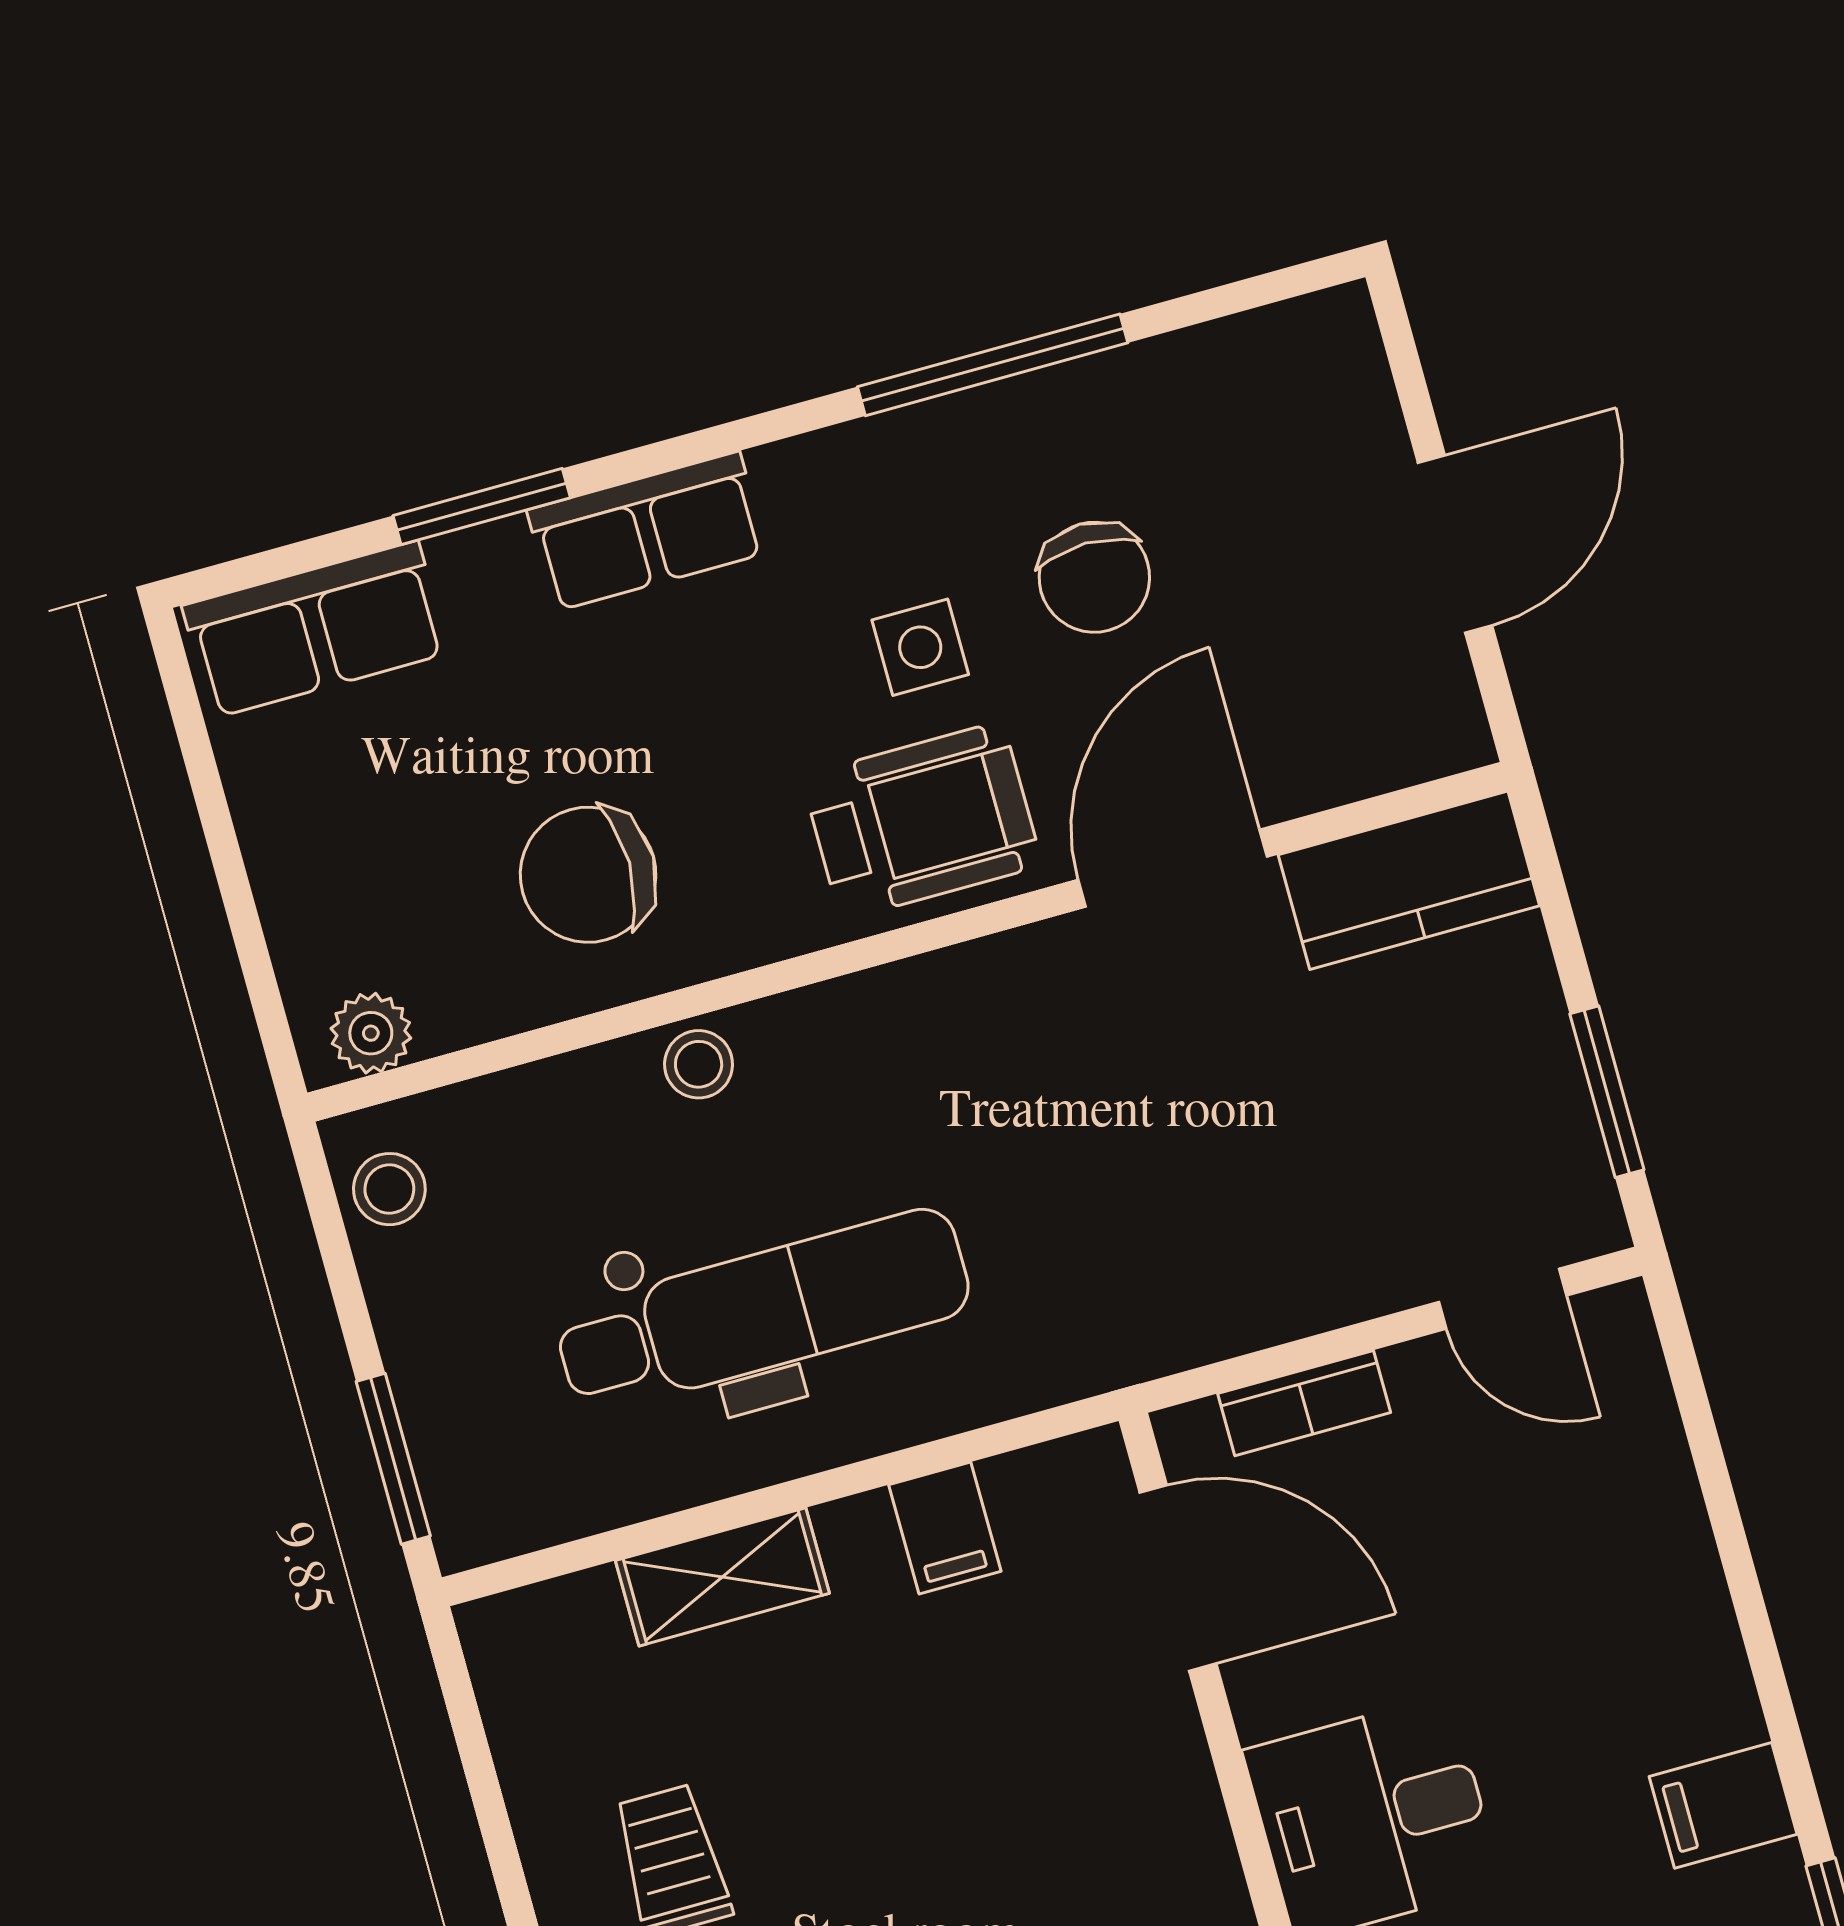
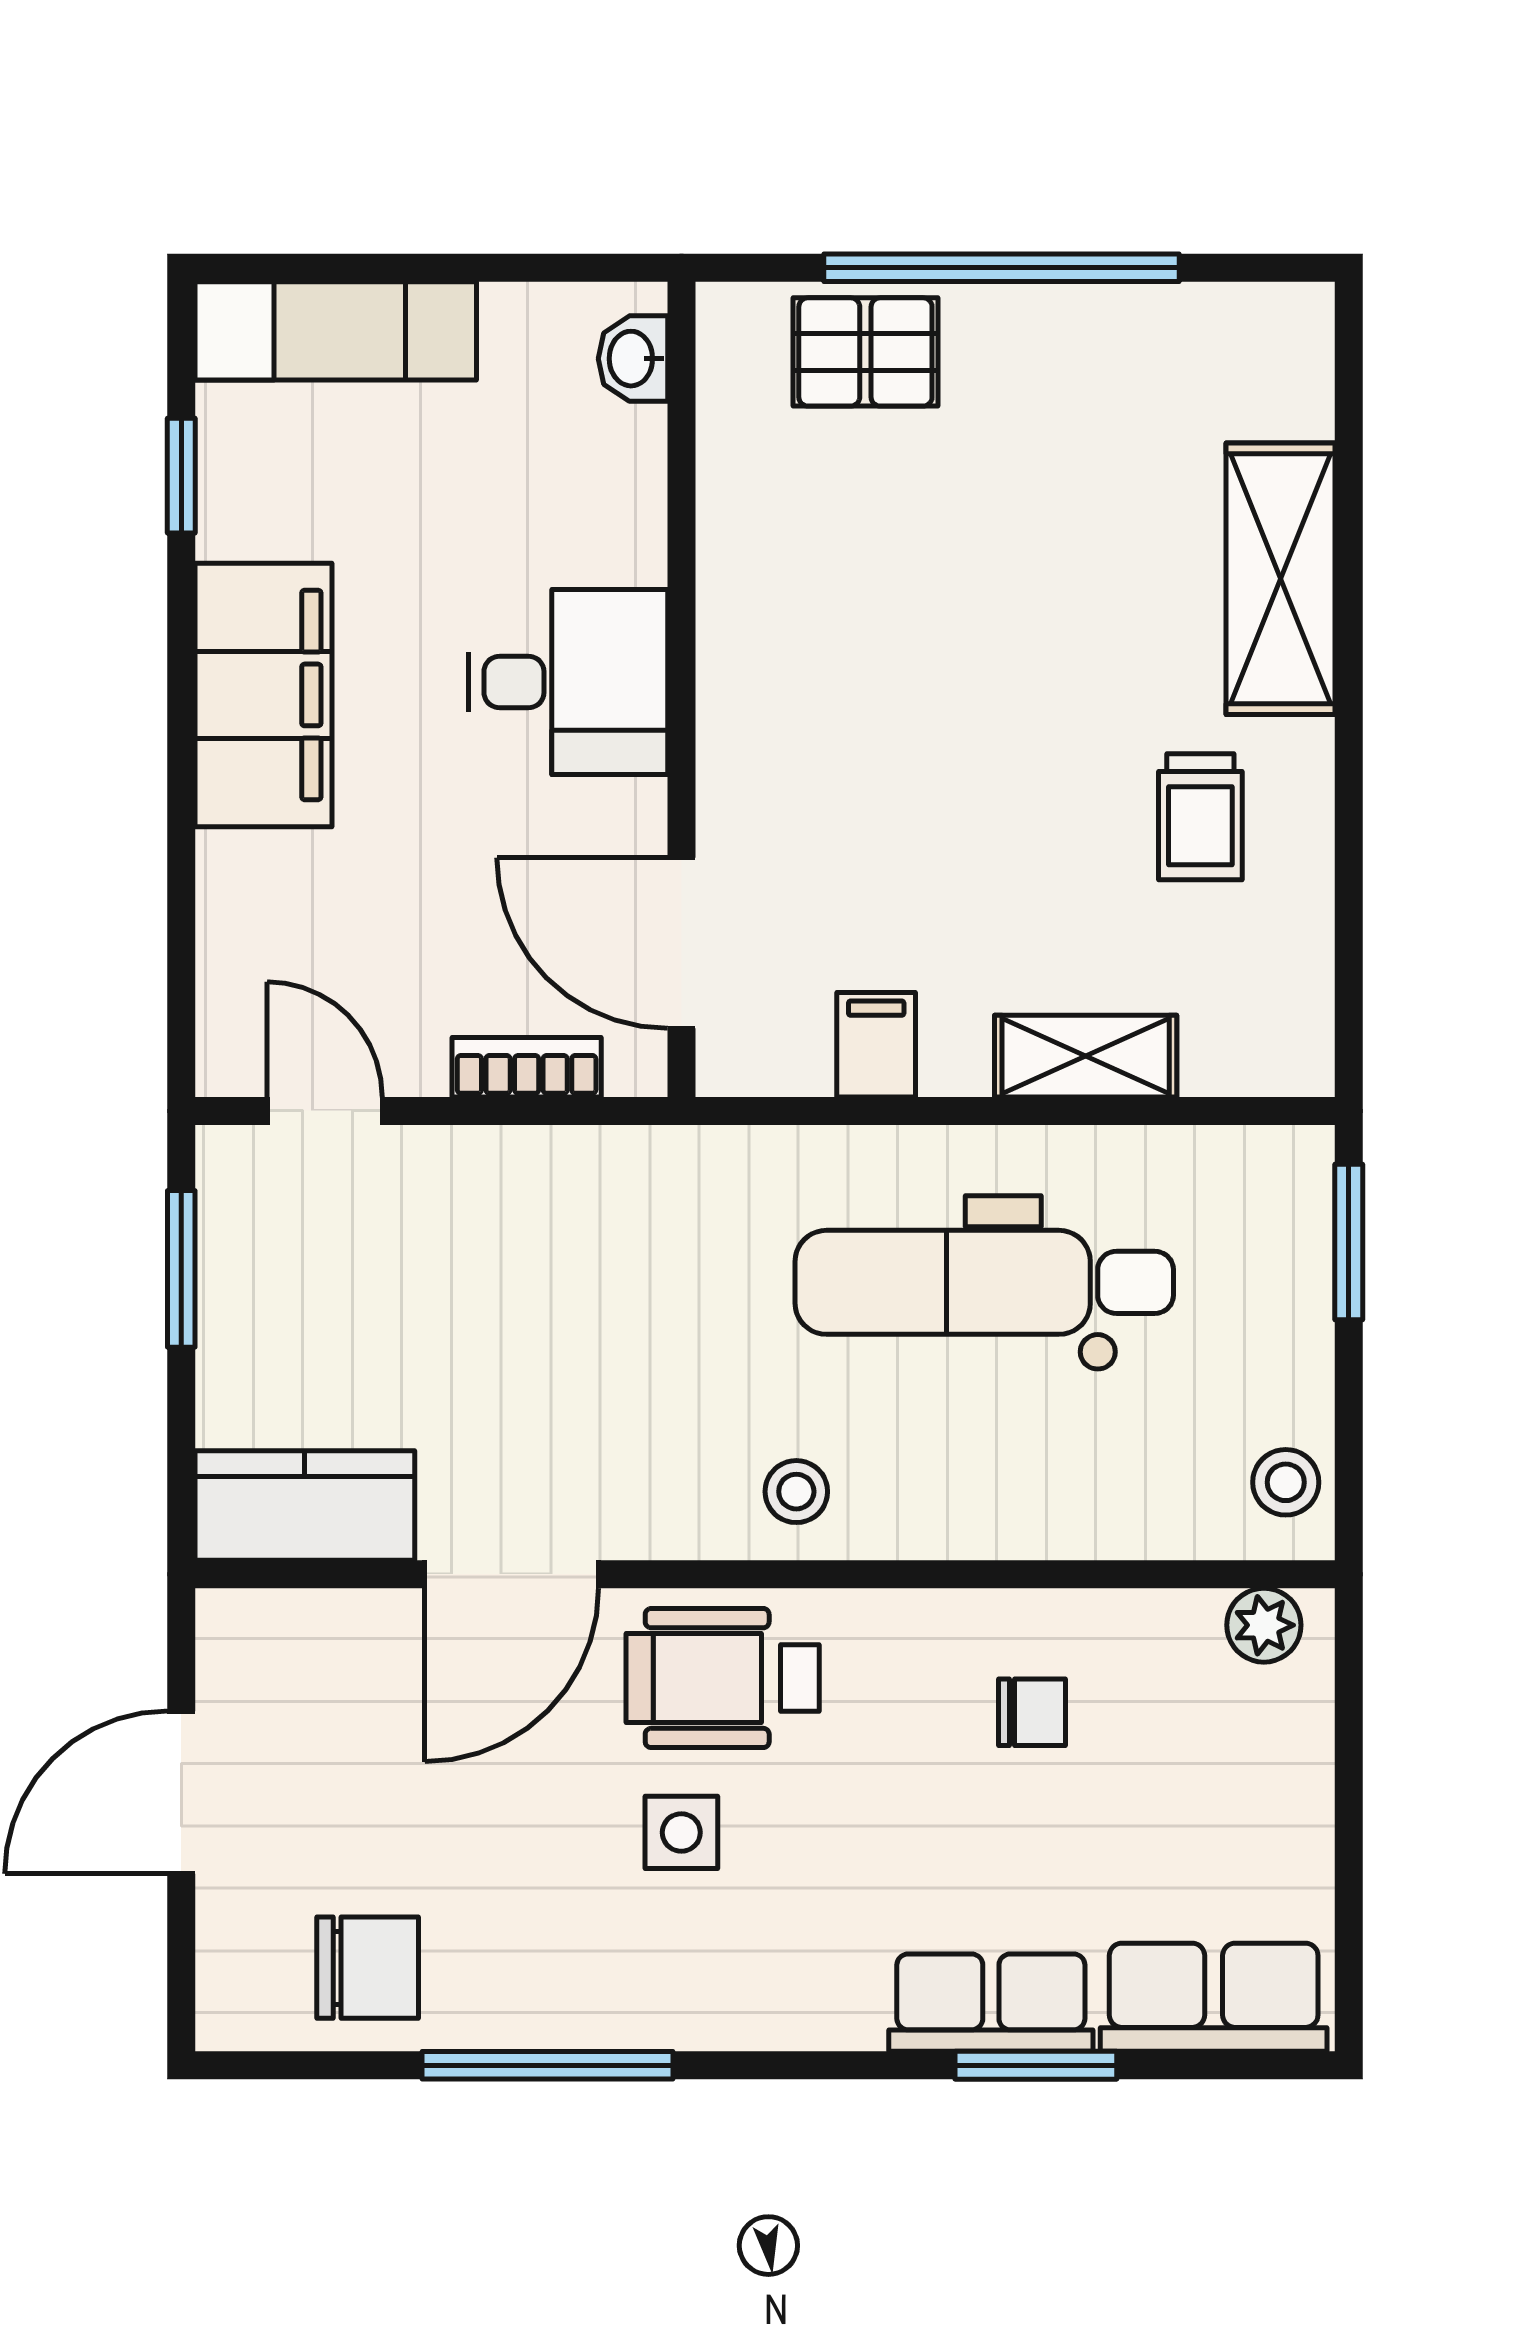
row of seats: (647, 531) -> (991, 2003), moved
chair: (1094, 577) -> (368, 1968), moved, turned 90
chair: (588, 875) -> (1032, 1712), width x0.54, depth x0.54
stool: (699, 1064) -> (796, 1492), moved
filing cabinet: (1723, 1805) -> (263, 695), width x3.00, depth x1.17

